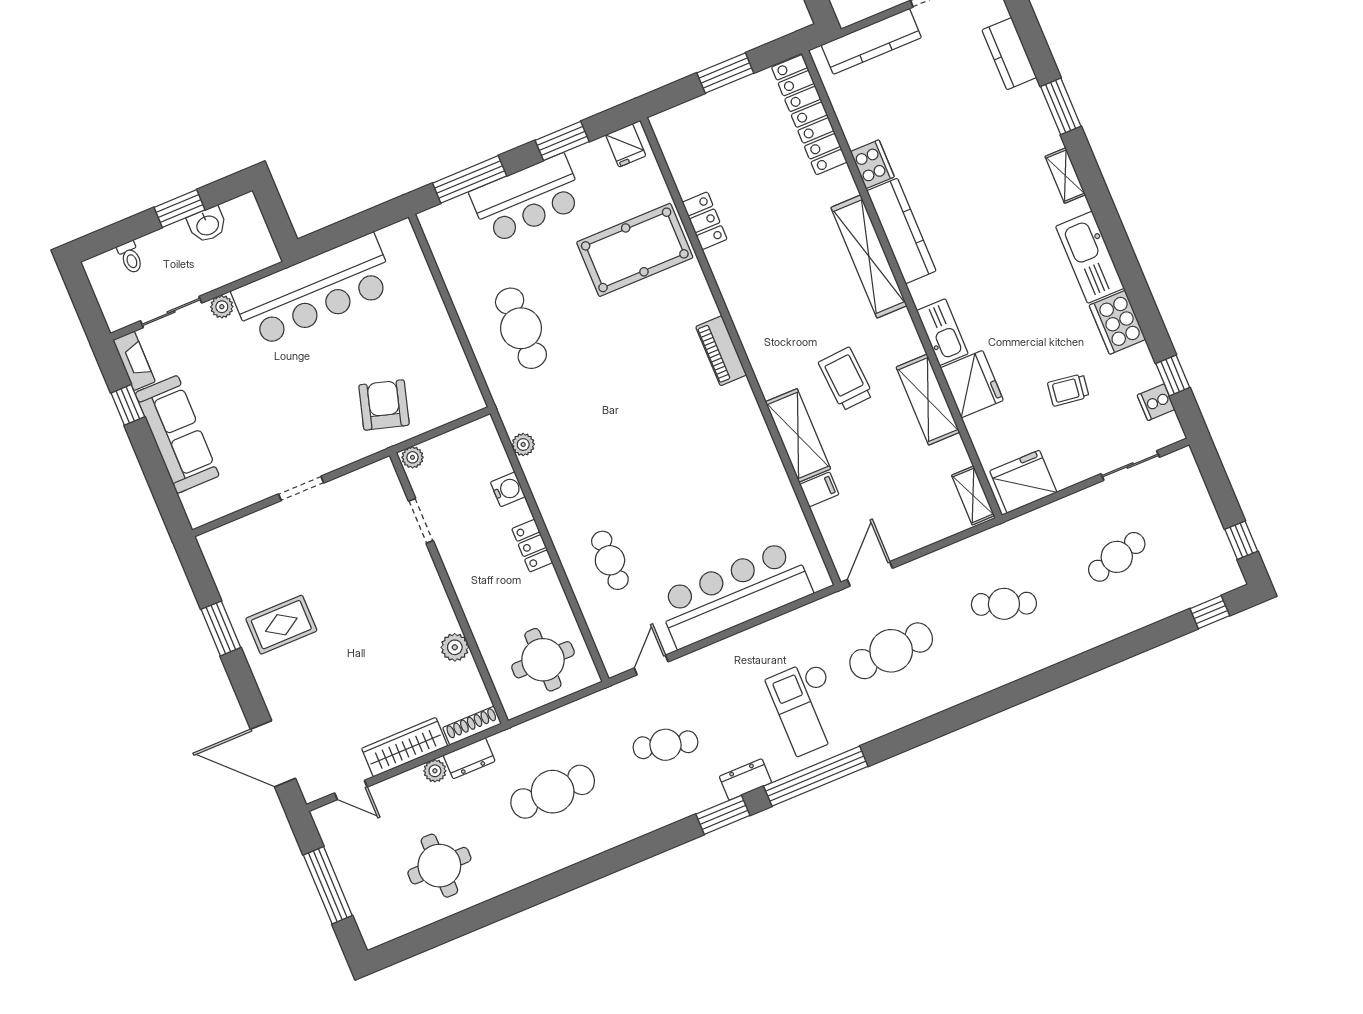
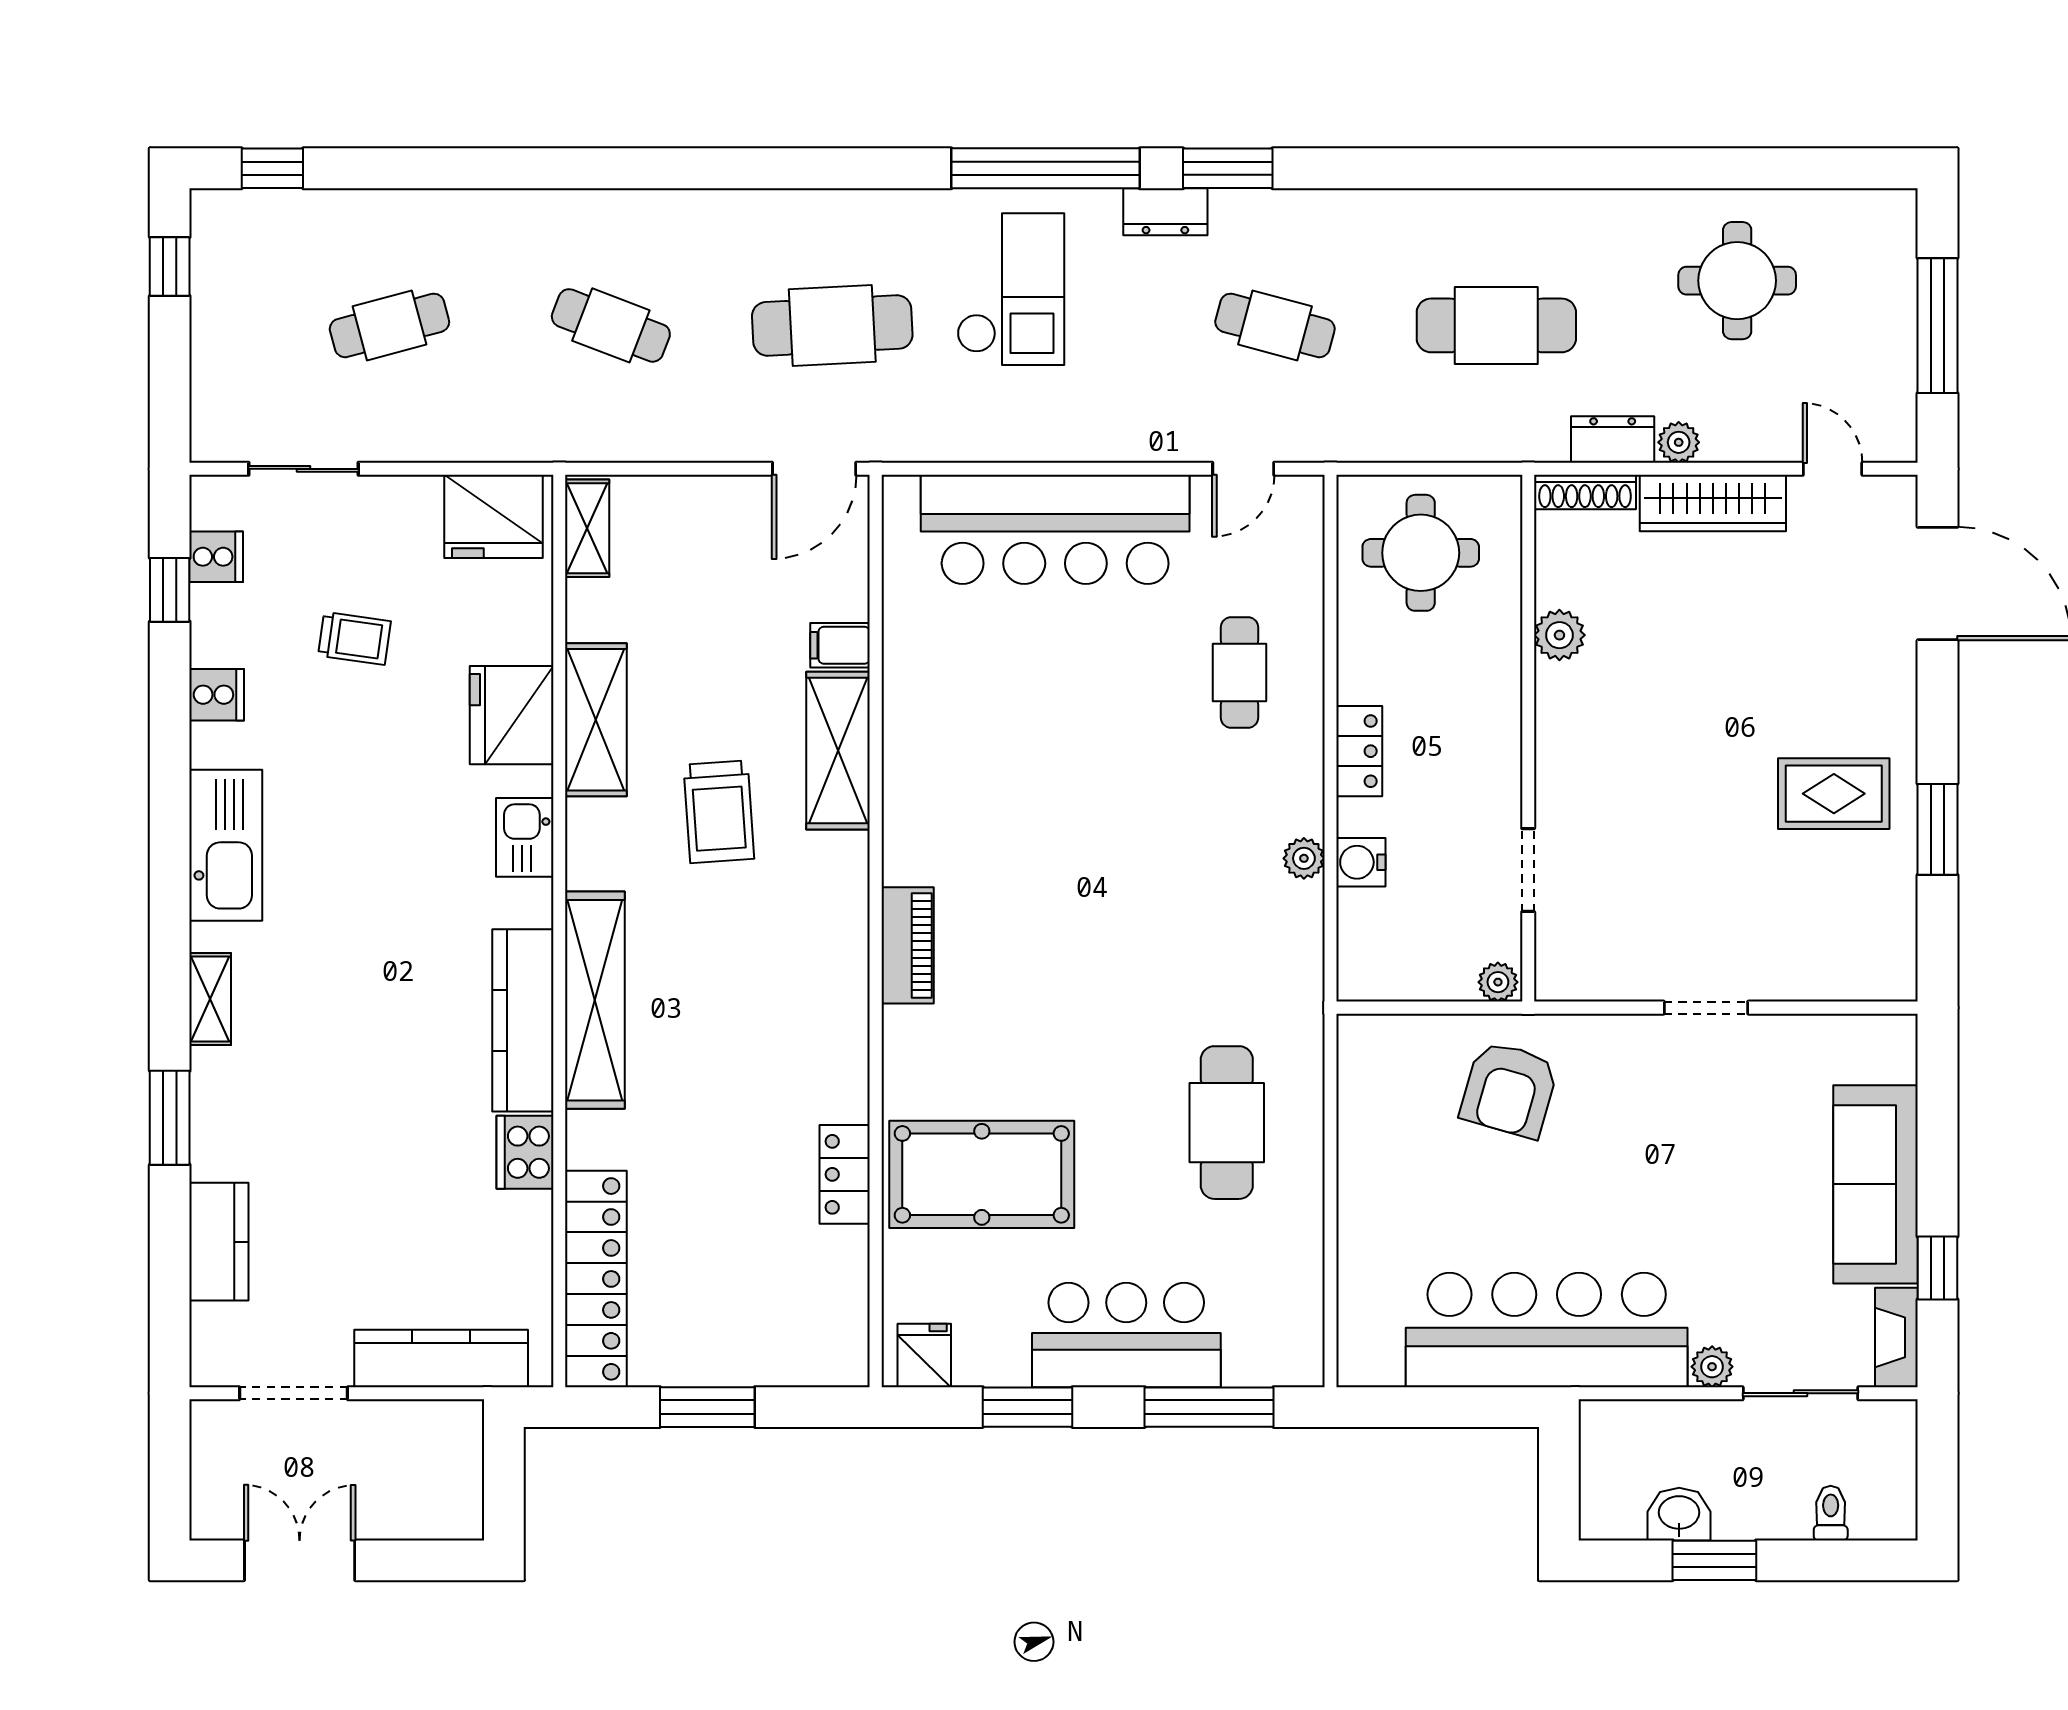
cooker: (1117, 322) -> (217, 695), width x0.53, depth x0.76
kitchen sink: (942, 332) -> (525, 837), width x0.73
plant: (523, 445) -> (1304, 858), moved

